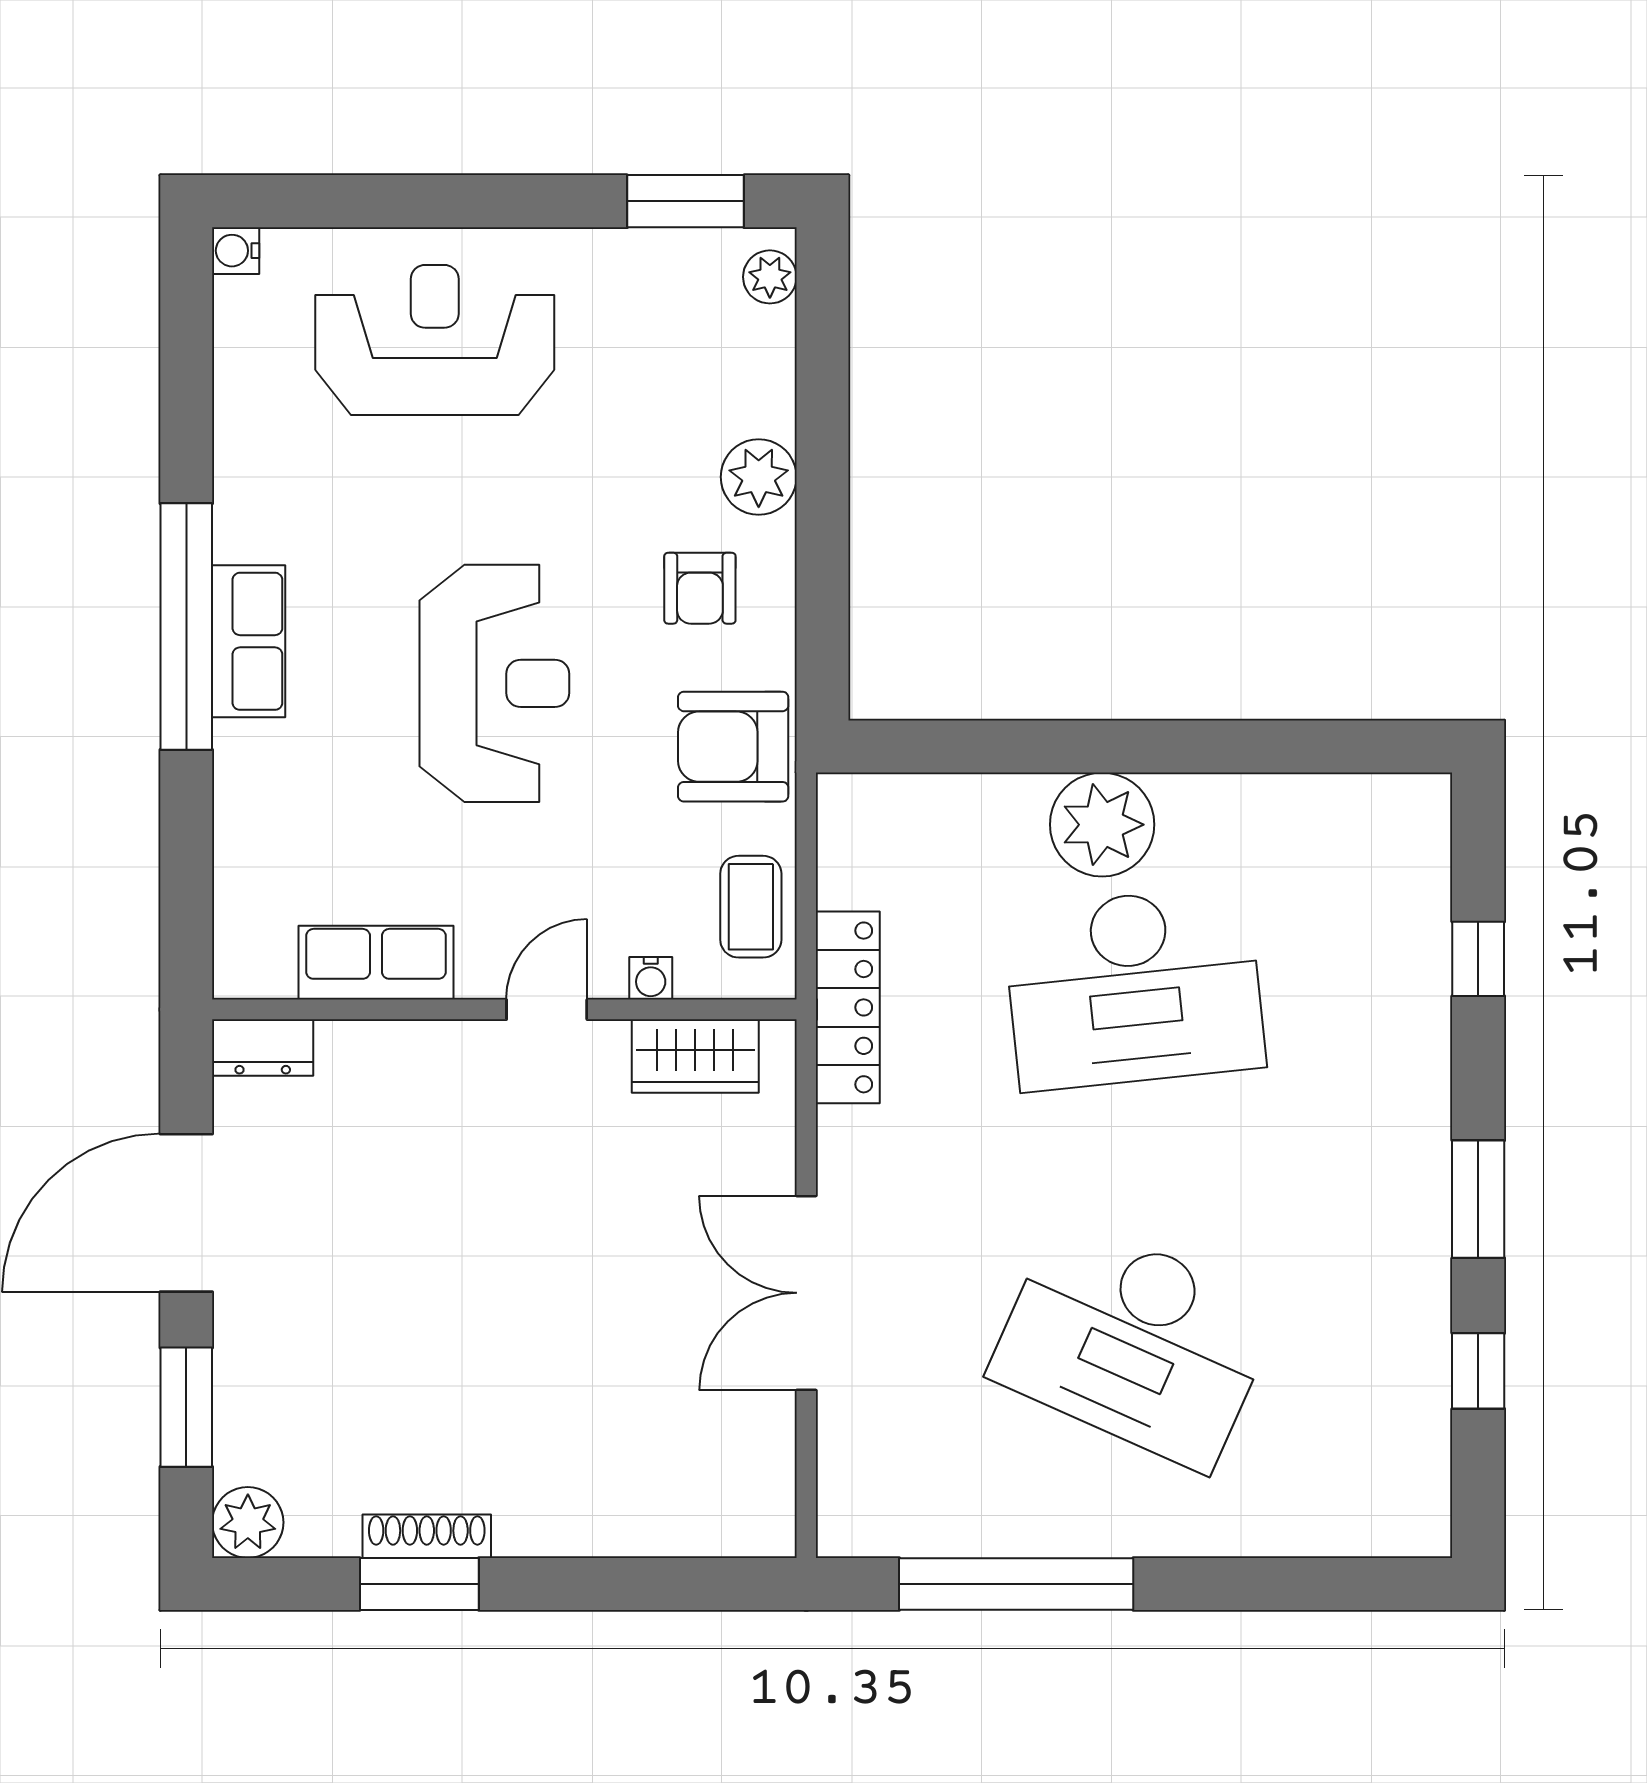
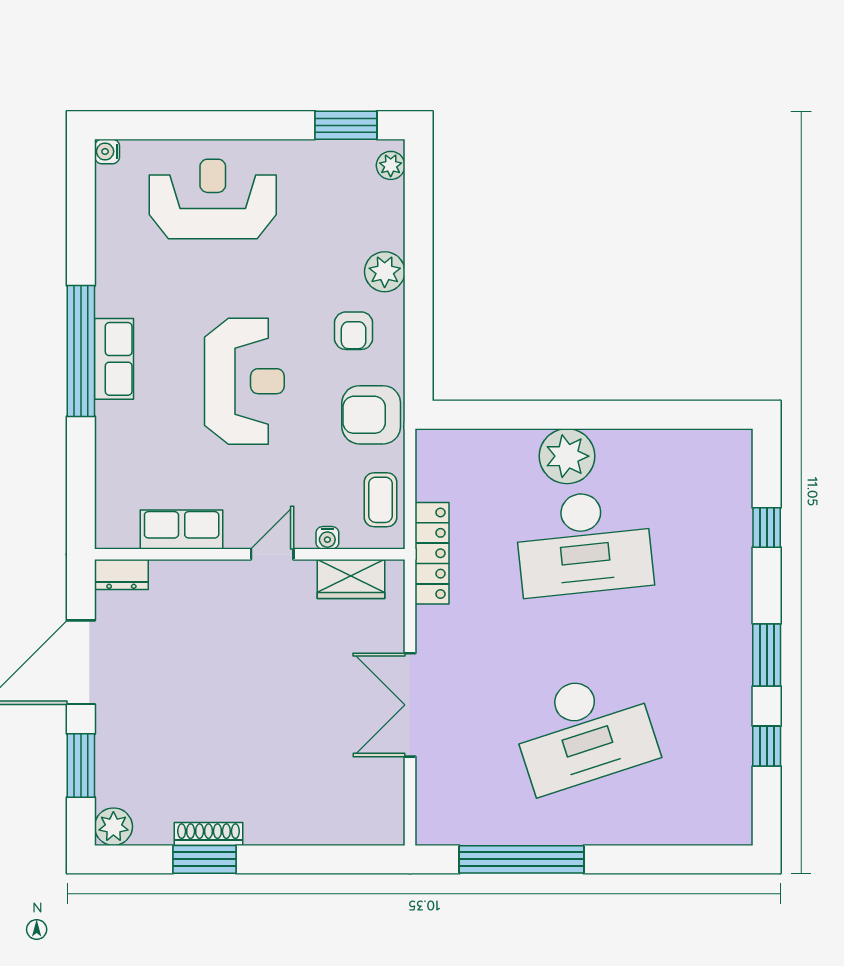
desk: (1134, 1342) -> (584, 731), turned -42

